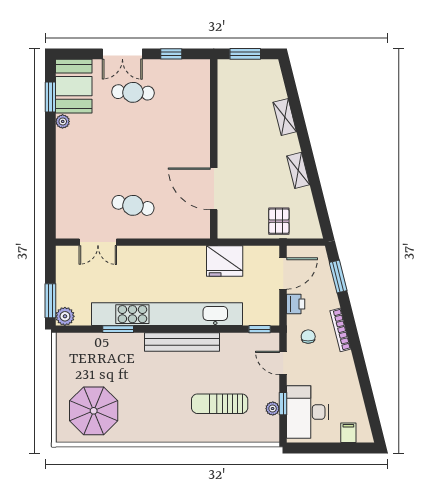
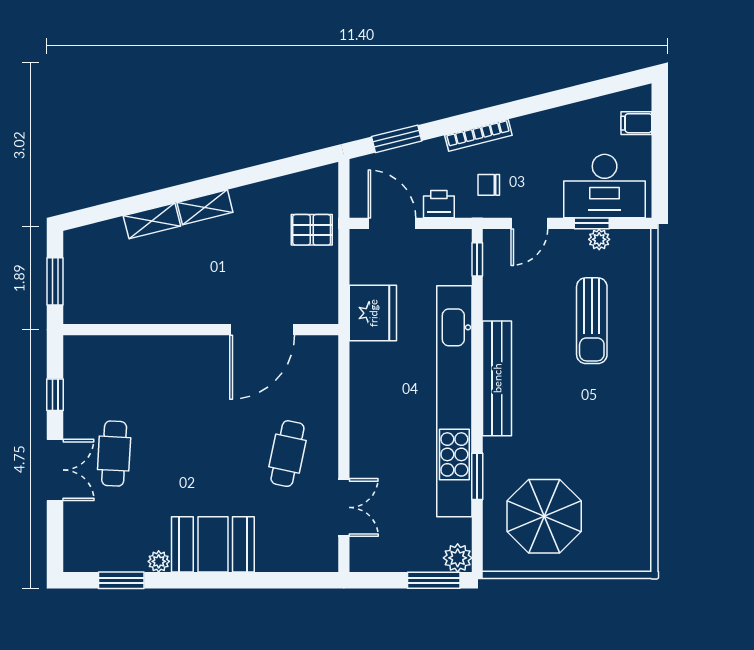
booth: (74, 86) -> (213, 544), moved
shelving: (298, 170) -> (205, 207), moved
parasol: (94, 411) -> (544, 516), moved

